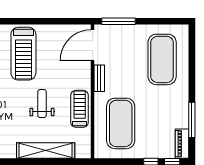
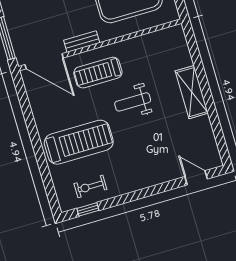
treadmill: (80, 109) -> (98, 73), moved
shelving: (46, 151) -> (192, 92), width x0.68

